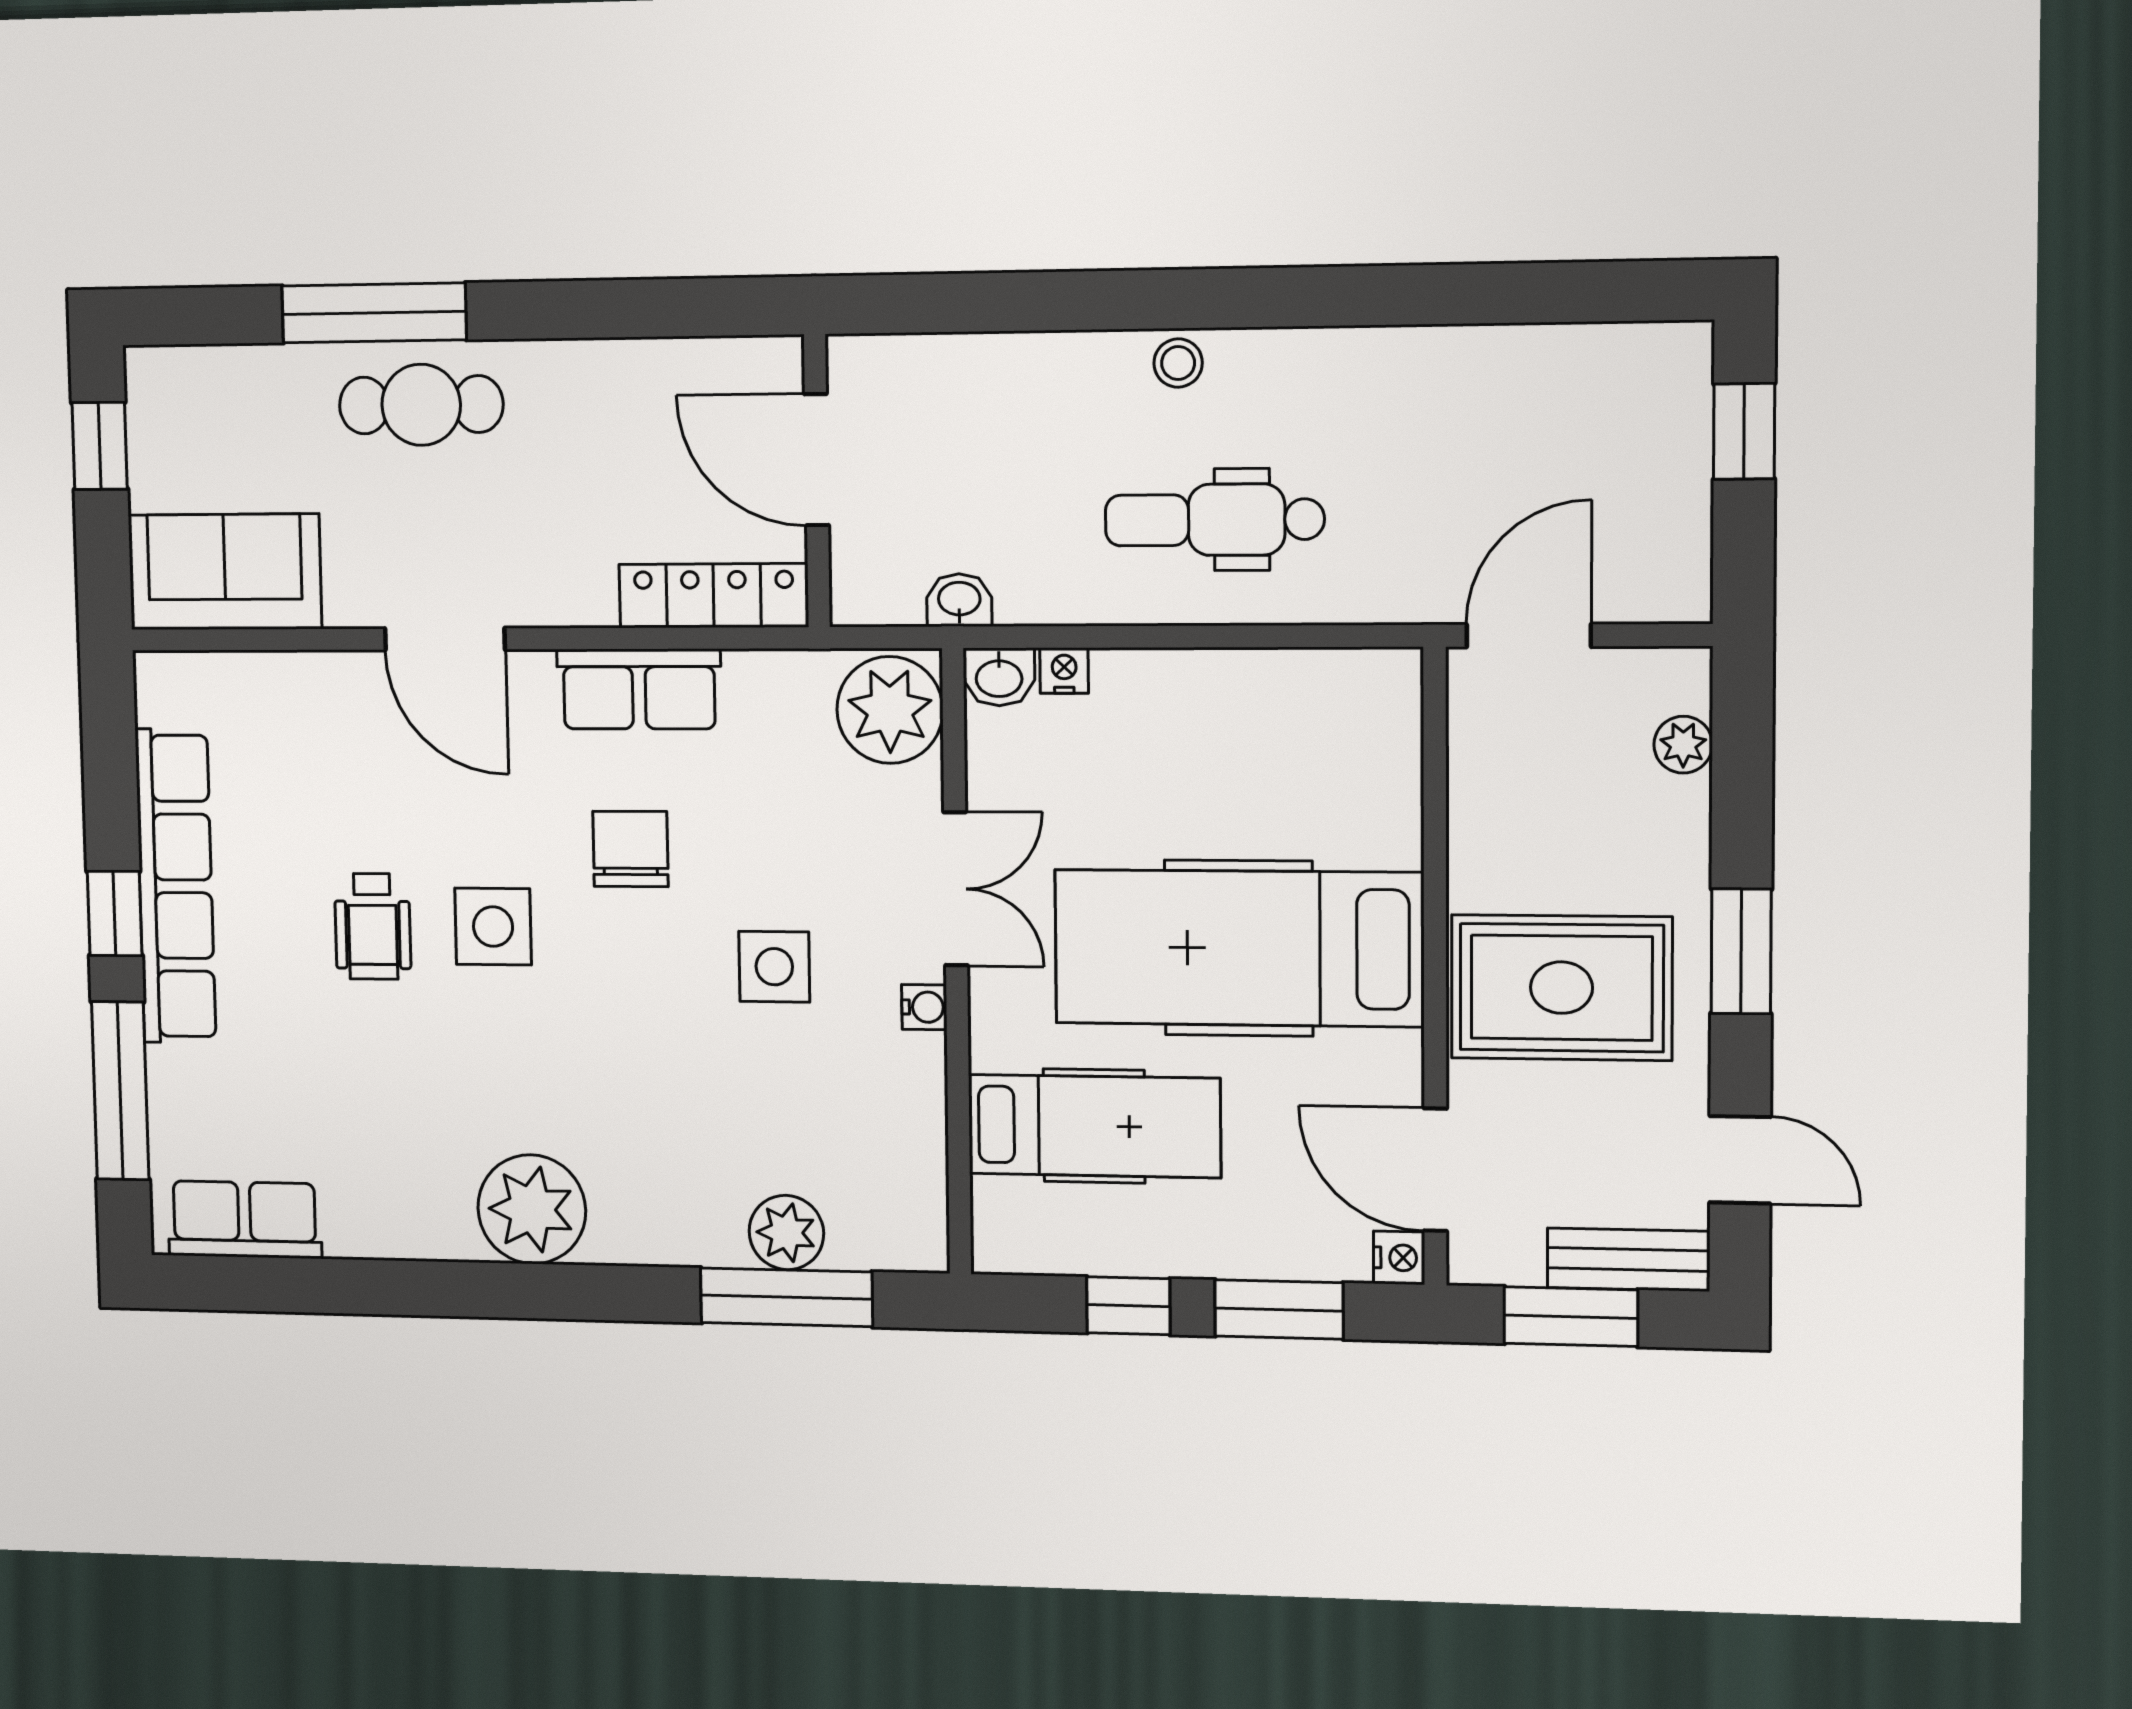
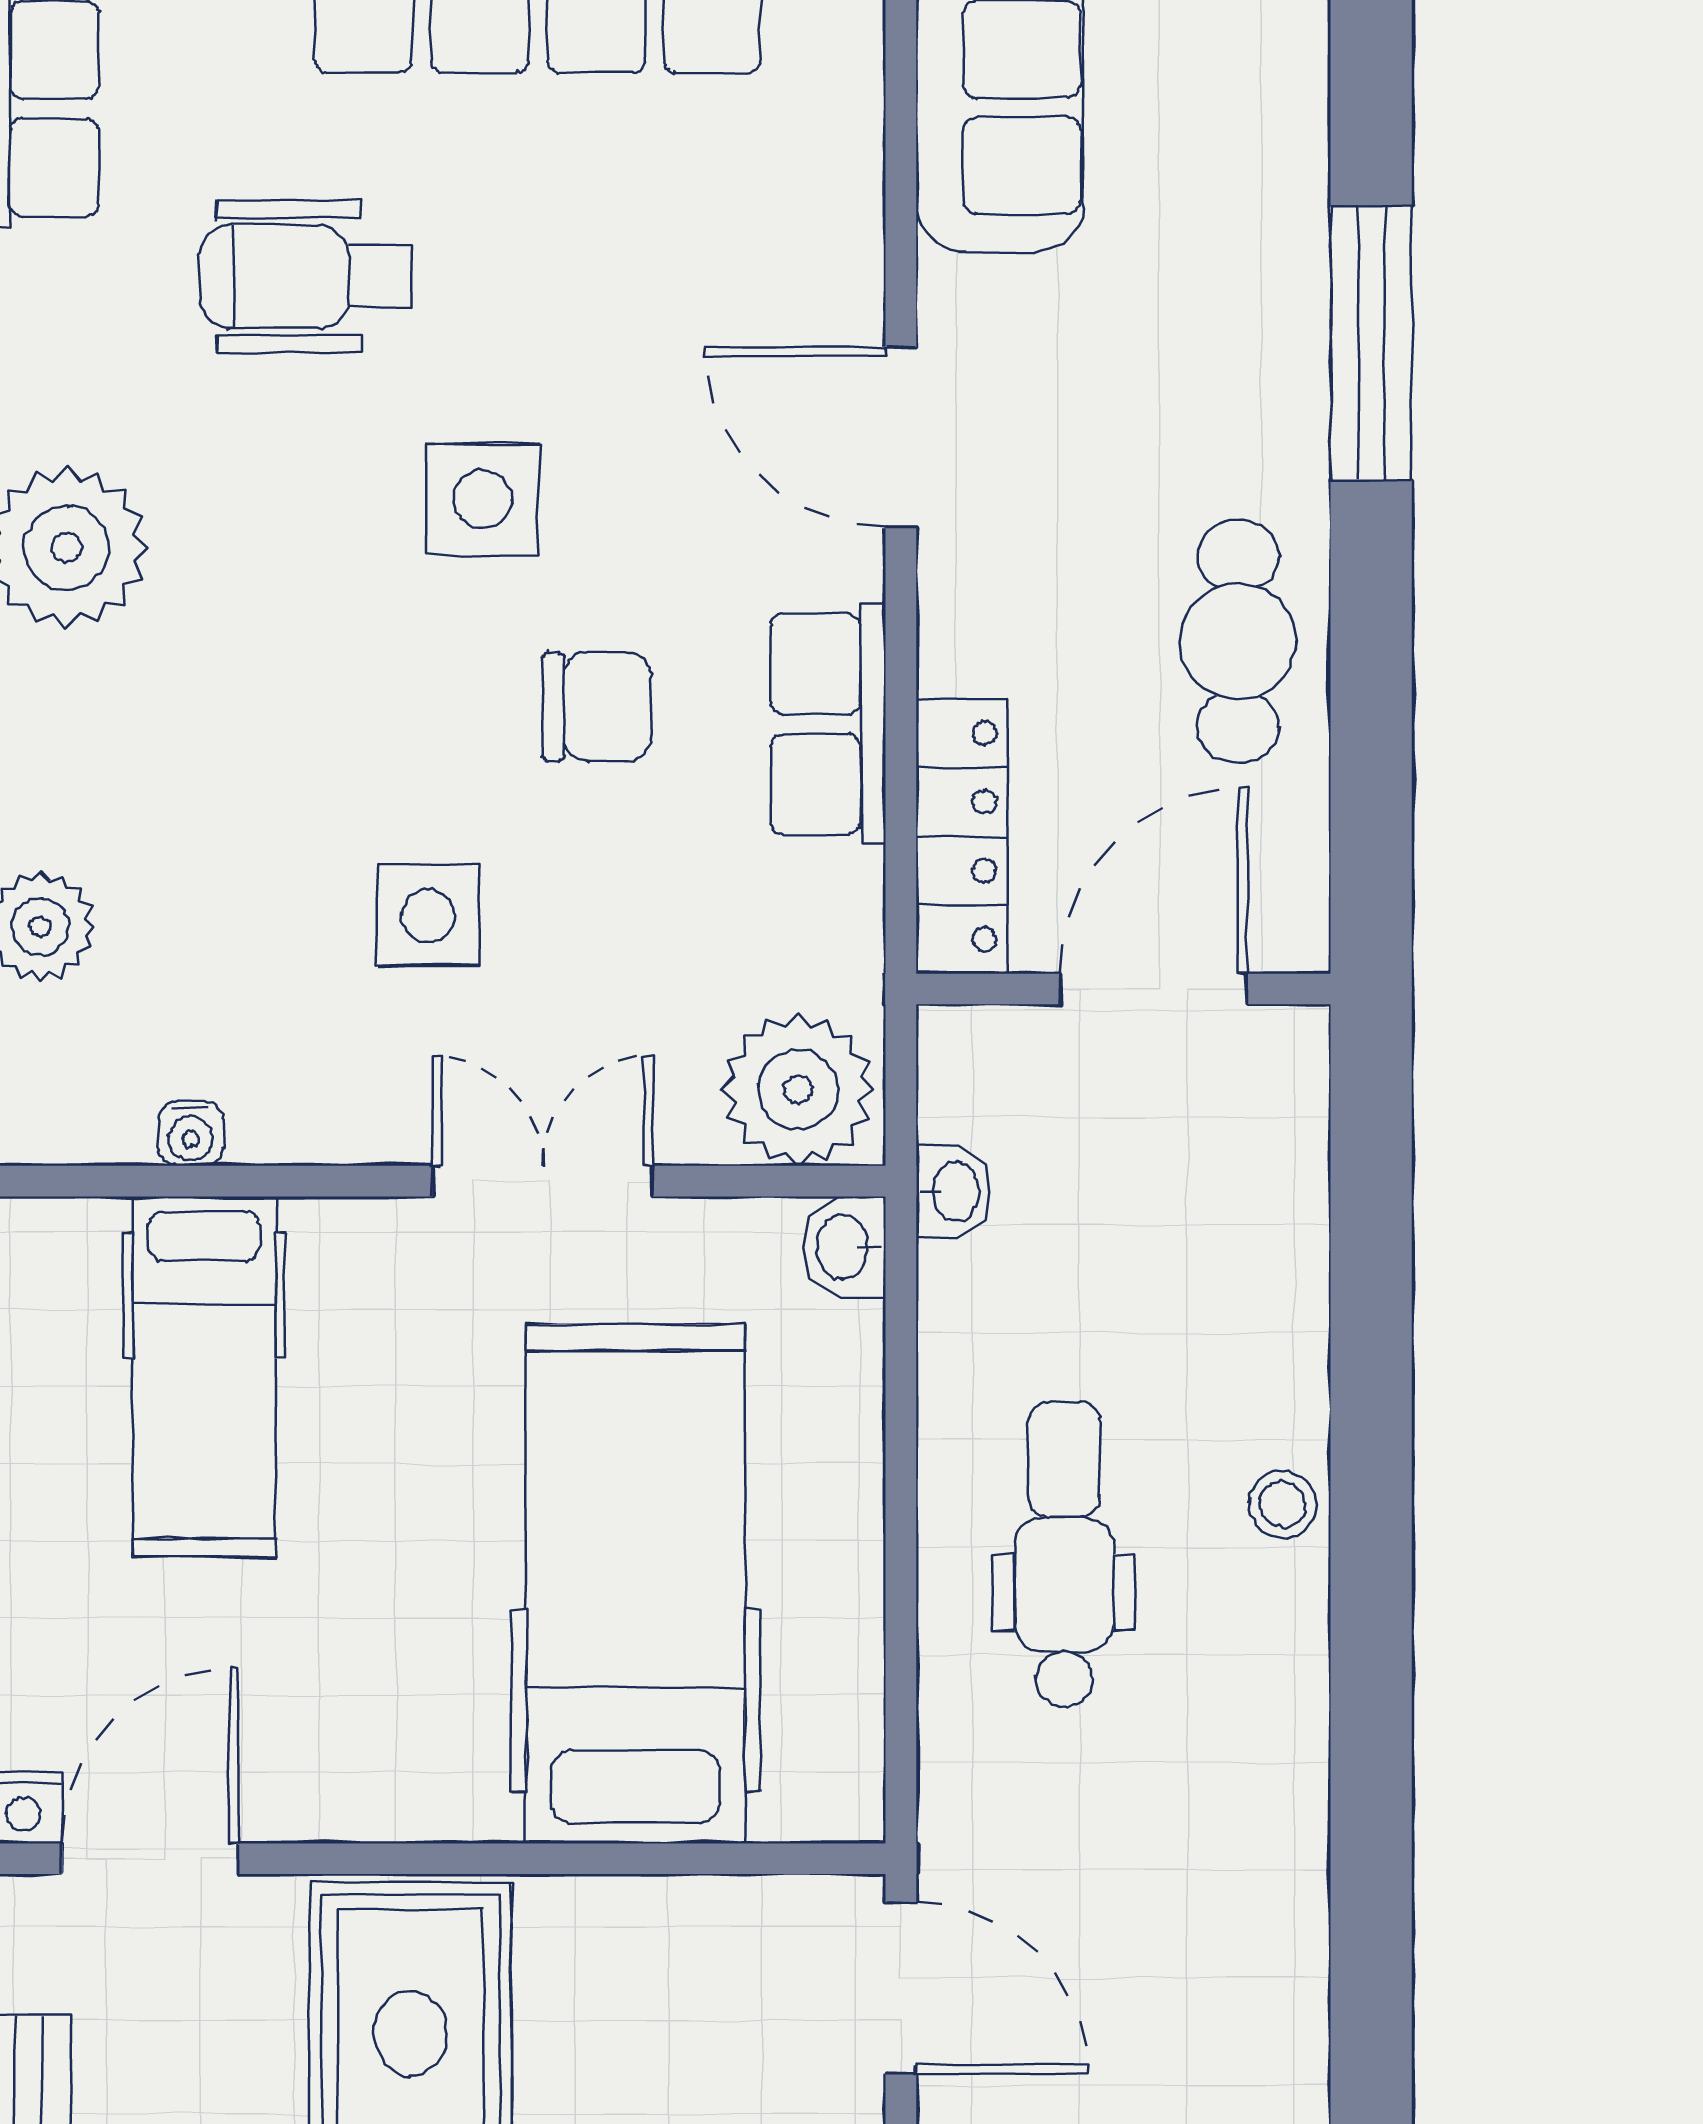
cafe table: (421, 405) -> (1238, 641), moved
door: (445, 639) -> (901, 437), hinge flipped
nightstand: (1064, 671) -> (854, 1340), removed
double door: (956, 889) -> (543, 1181), swing flipped
wheelchair: (373, 926) -> (306, 277), moved, width x1.36, depth x1.37
hospital bed: (1239, 948) -> (635, 1584), moved
water cooler: (924, 1007) -> (191, 1134), moved

